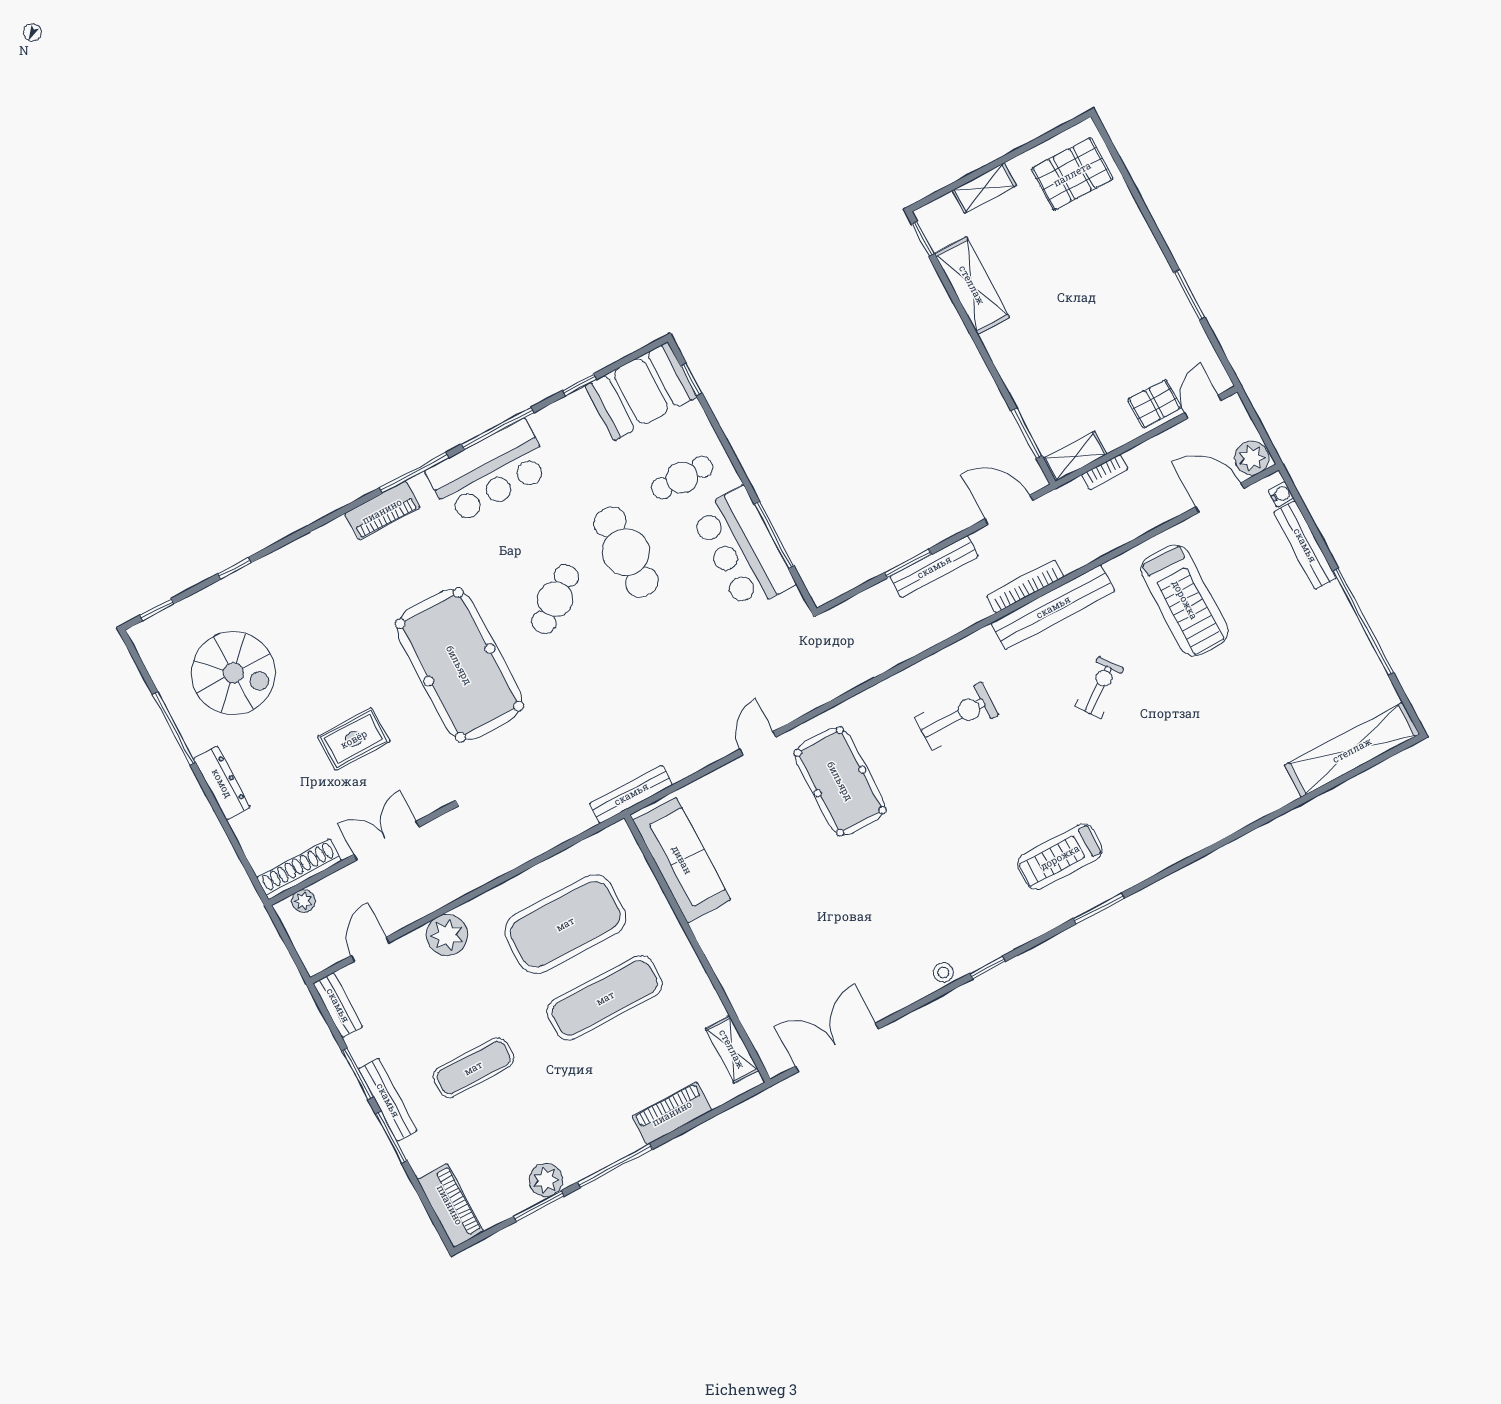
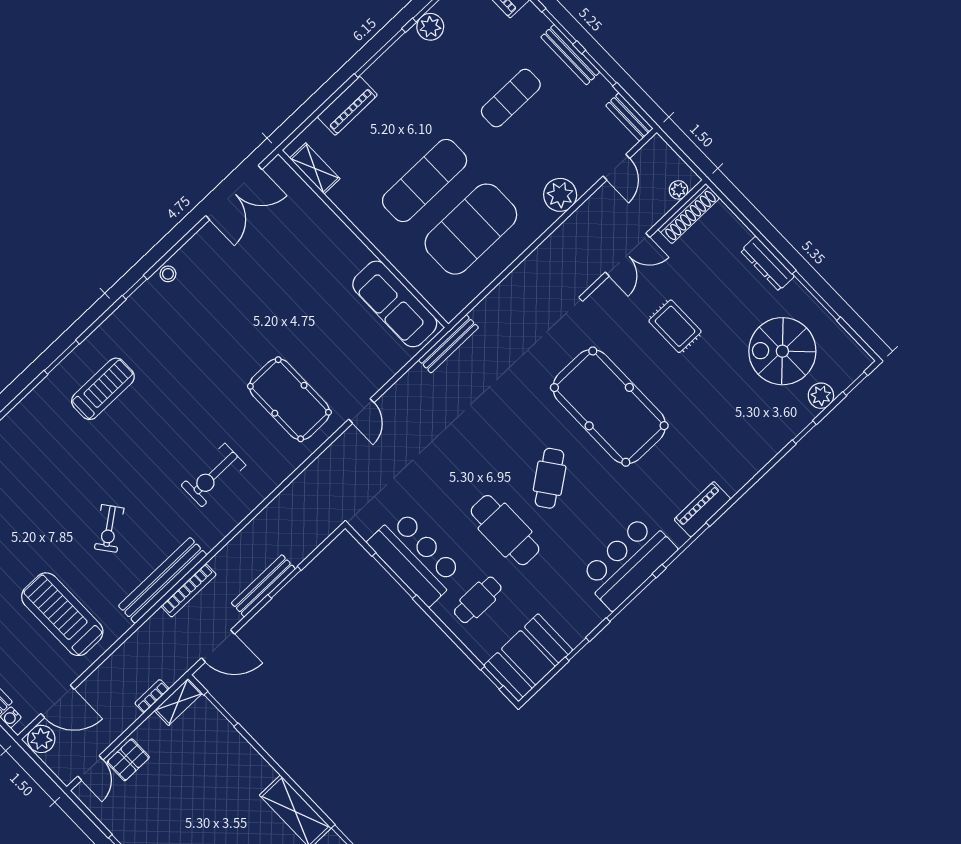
plant: (202, 607) -> (821, 396), added
rug: (354, 739) -> (675, 326), turned 90

